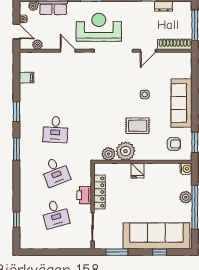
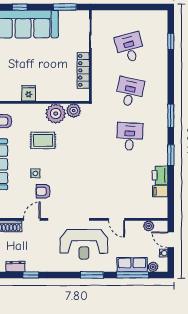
armchair: (137, 77) -> (43, 191), added
fridge: (137, 171) -> (29, 93), moved
desk: (55, 172) -> (130, 92), turned 33
printer: (84, 195) -> (160, 175), moved, turned 180

